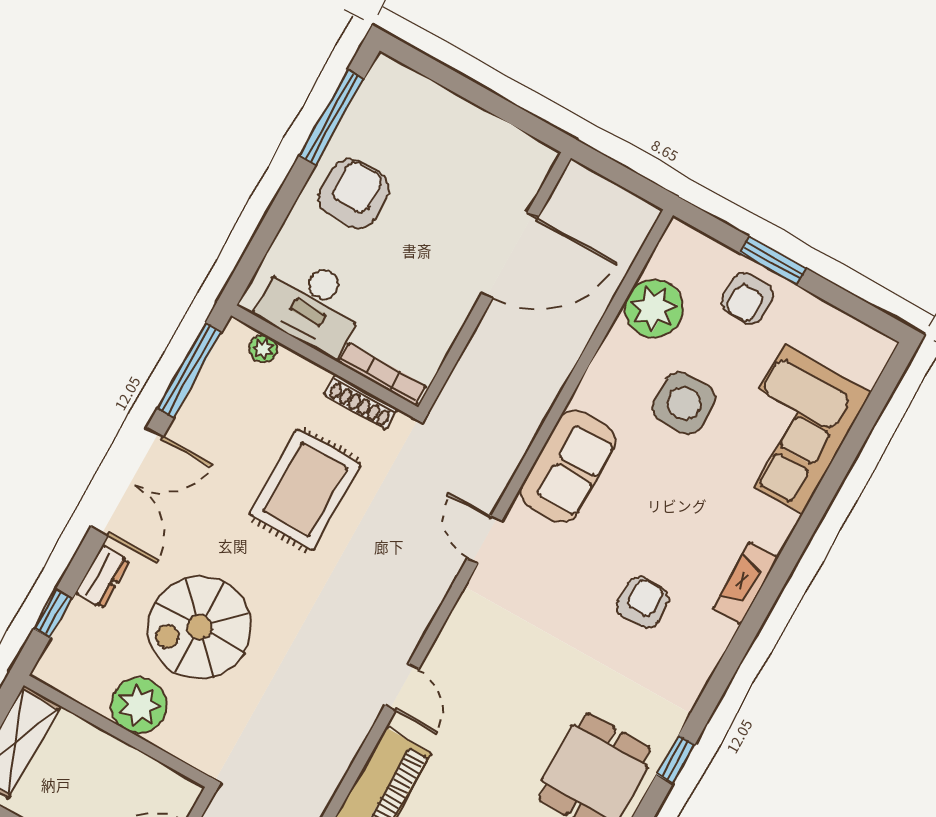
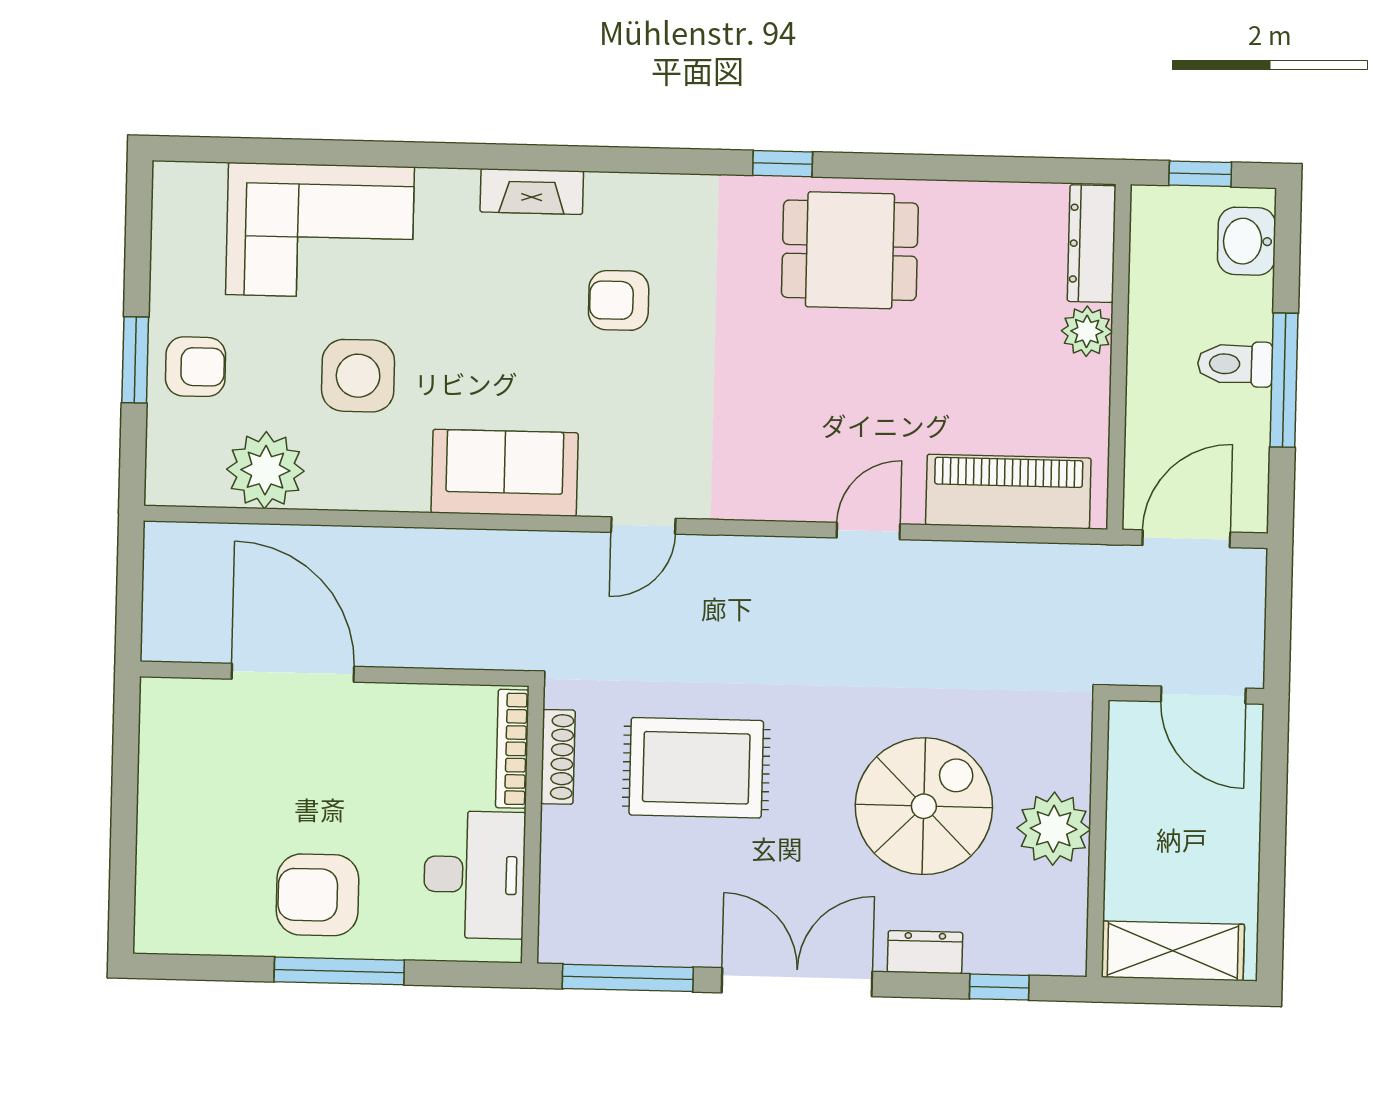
window: (332, 117) -> (339, 971), moved
plant: (263, 349) -> (556, 905), removed
spiral stairs: (200, 627) -> (924, 806), turned -90

